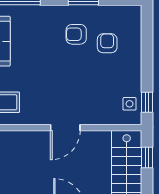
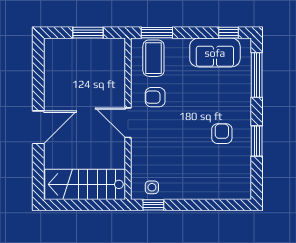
armchair: (107, 43) -> (155, 97), moved, turned 180
window: (147, 158) -> (98, 205), removed

